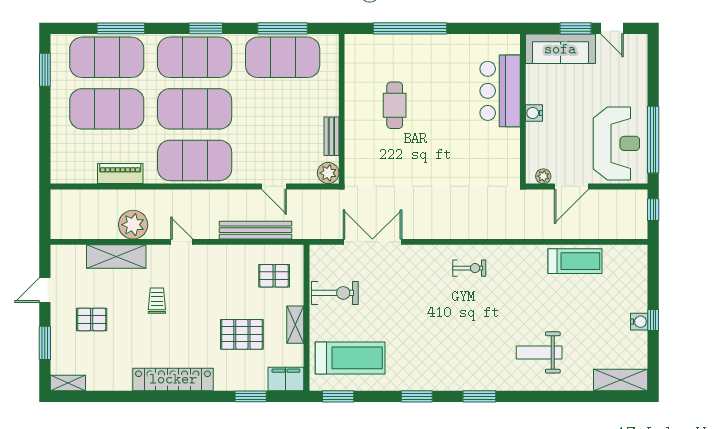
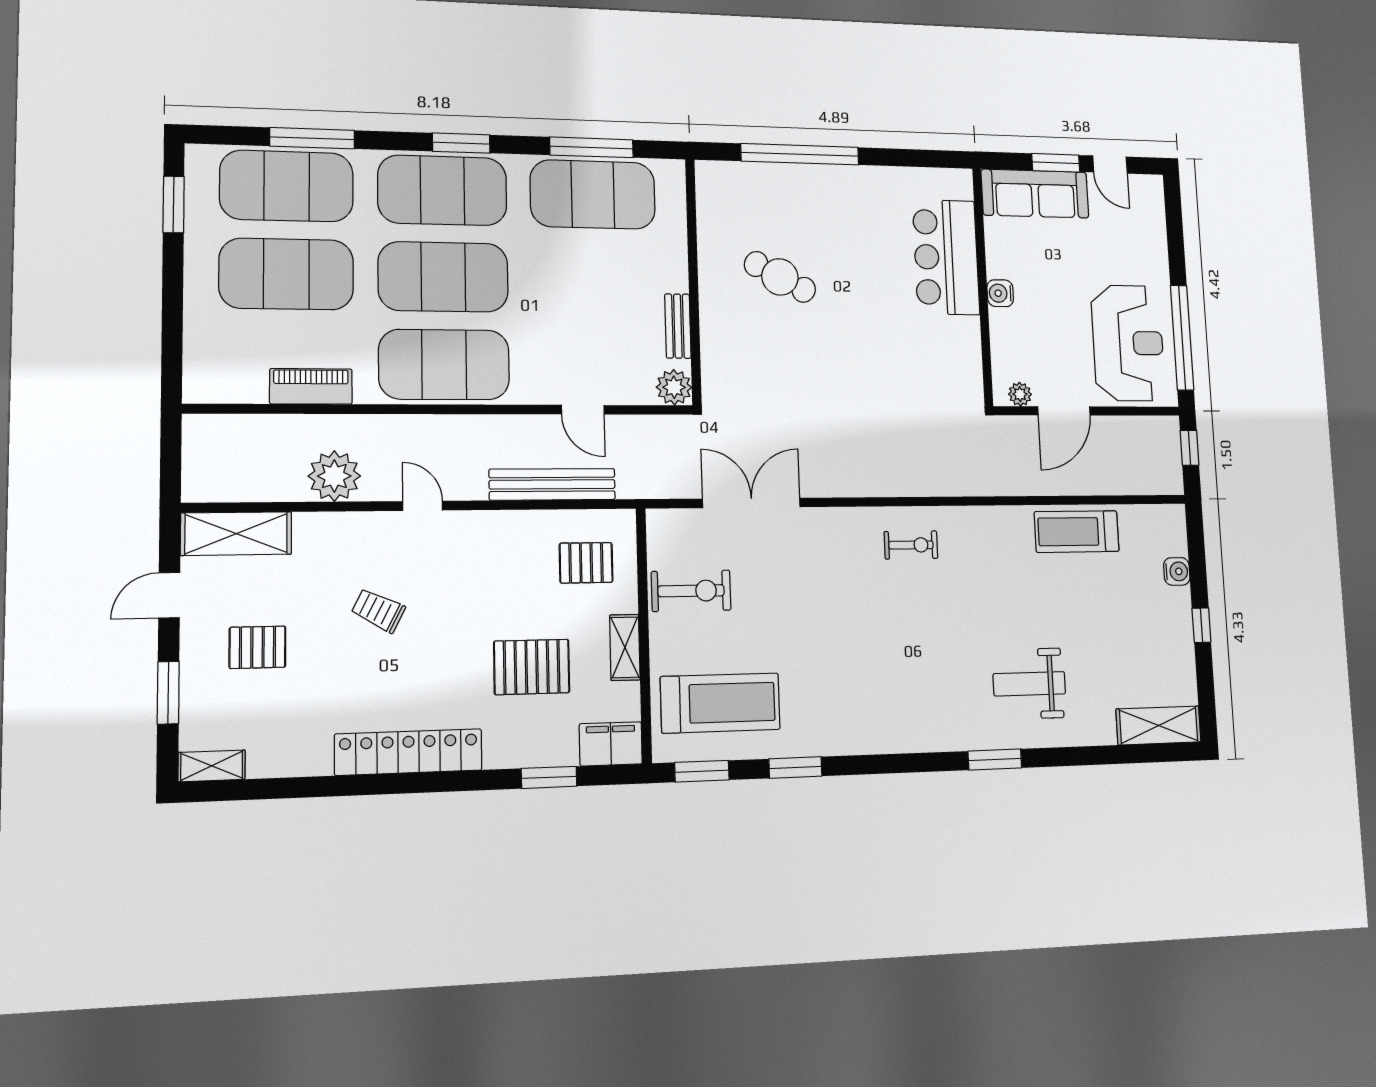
cafe table: (395, 105) -> (780, 277), turned -62
shelving: (116, 257) -> (236, 534), moved
treadmill: (575, 261) -> (1077, 532), turned 180
trolley: (157, 301) -> (378, 610), turned -63
water cooler: (639, 322) -> (1177, 571), moved
window: (417, 396) -> (795, 767), moved
window: (479, 396) -> (995, 759), moved

